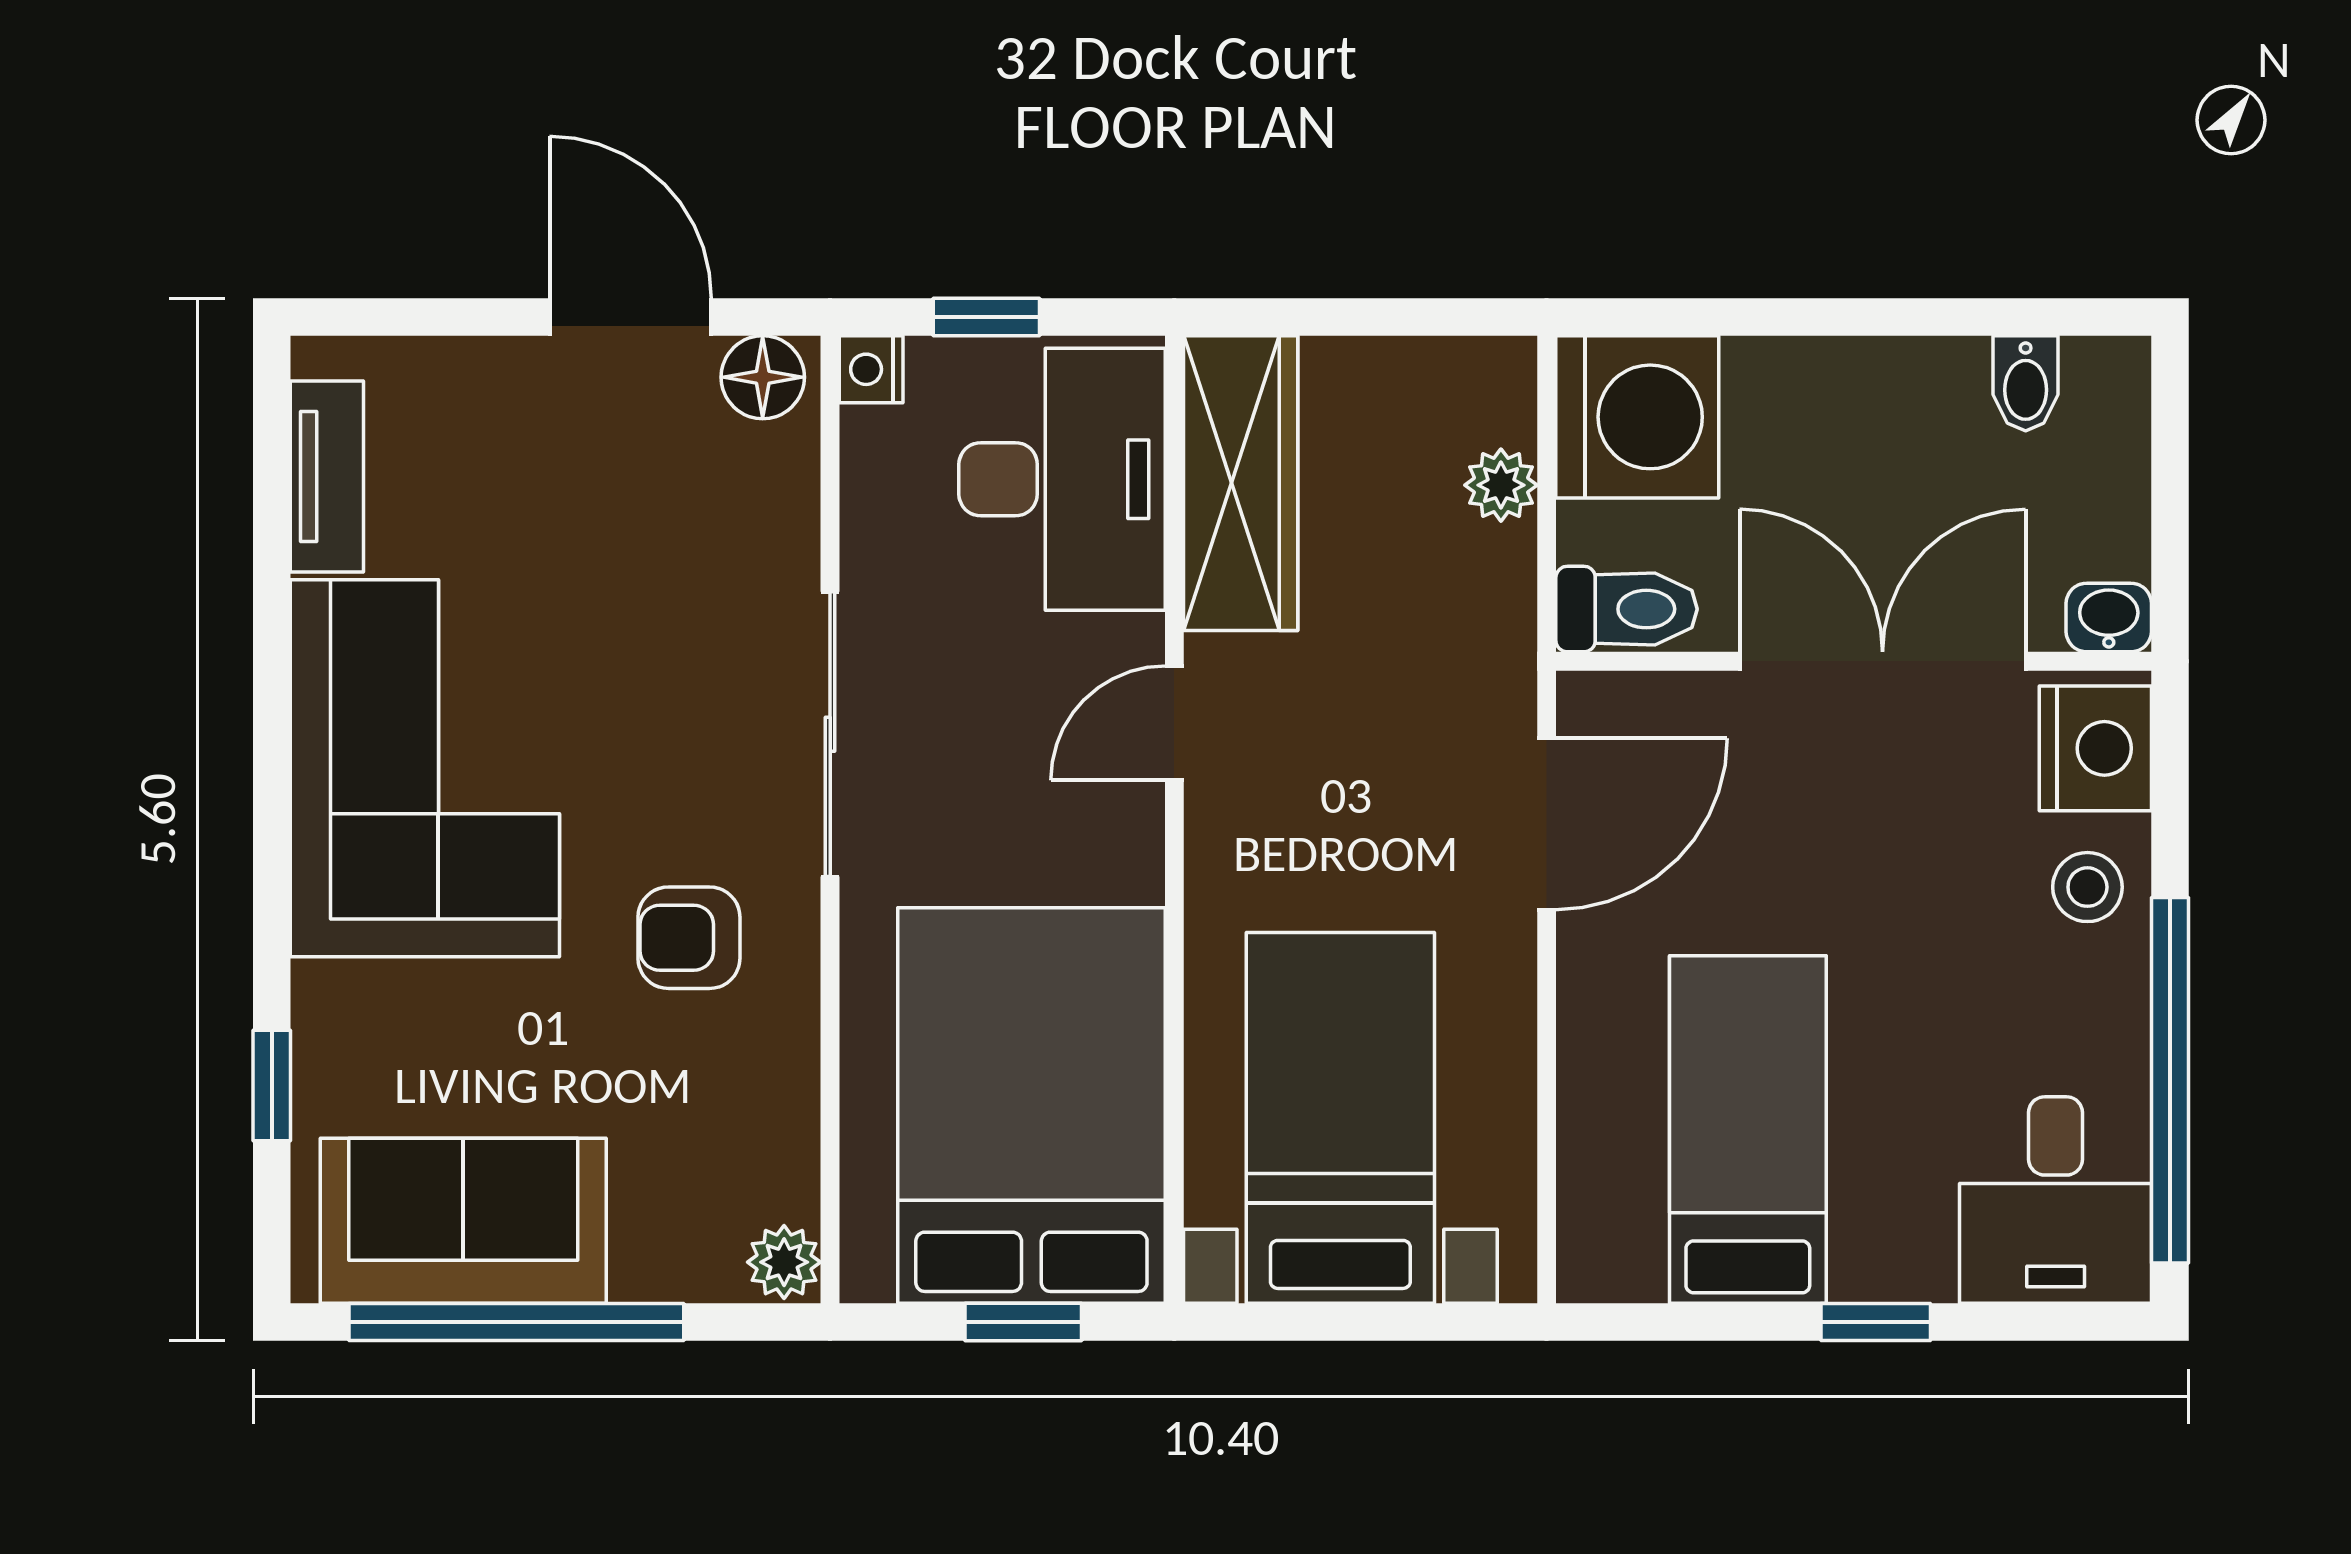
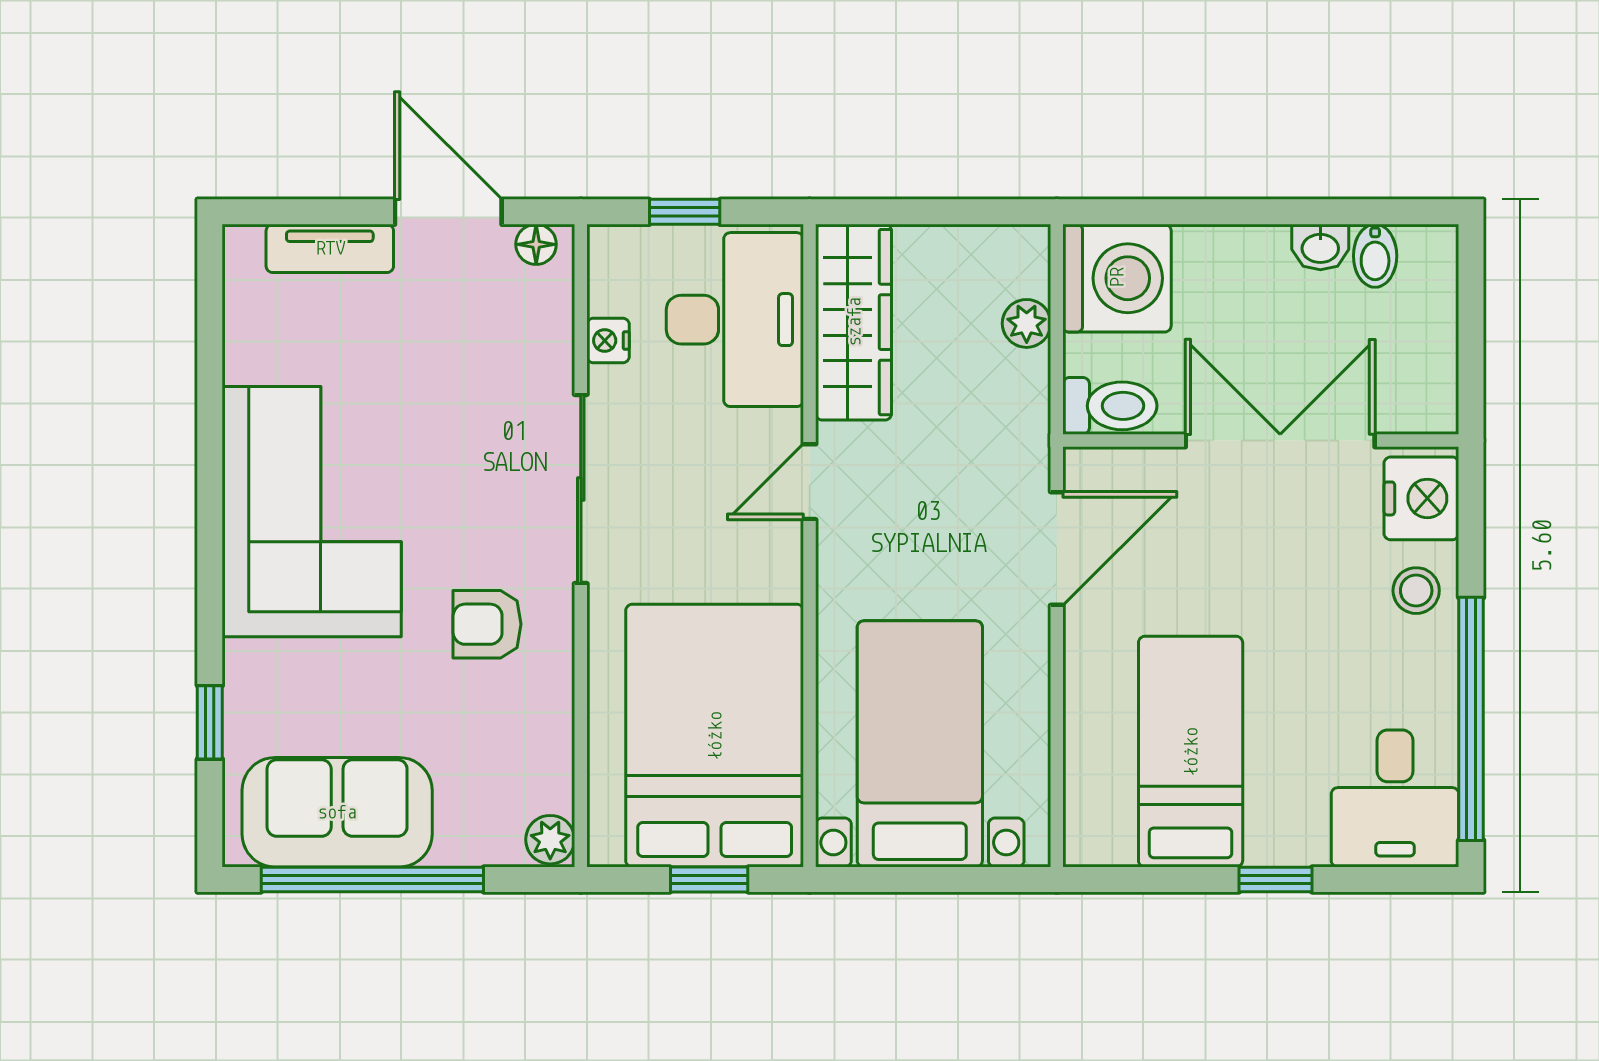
nightstand: (871, 369) -> (608, 340), moved
floor lamp: (763, 377) -> (536, 244), width x0.73, depth x0.73
tv unit: (327, 477) -> (330, 248), moved, turned 90
washbasin: (2109, 618) -> (1320, 247), moved, turned 180

